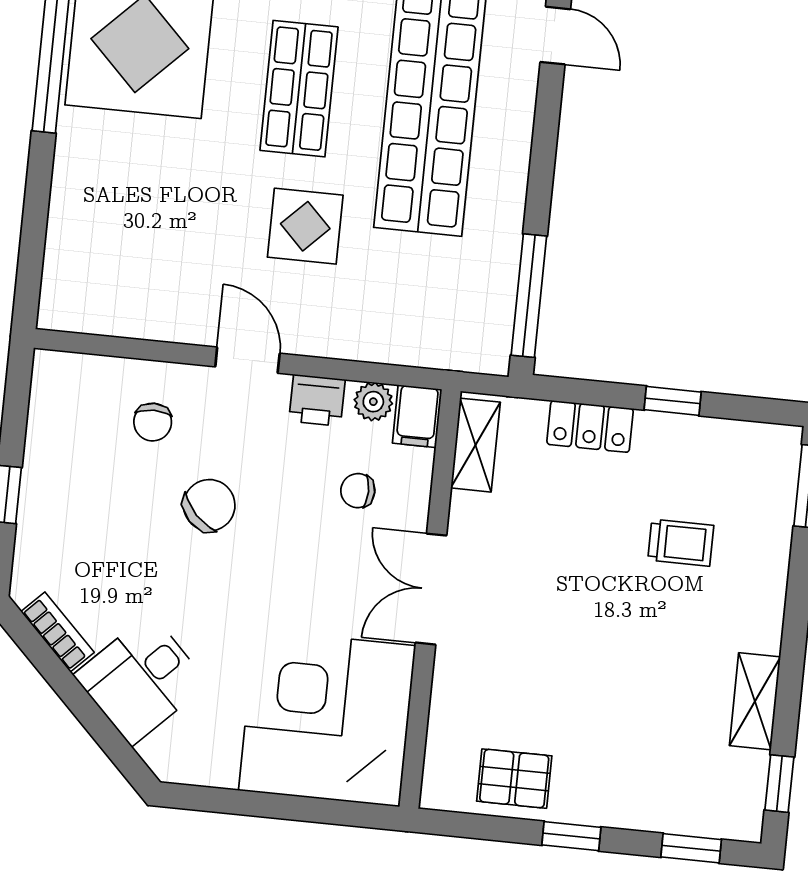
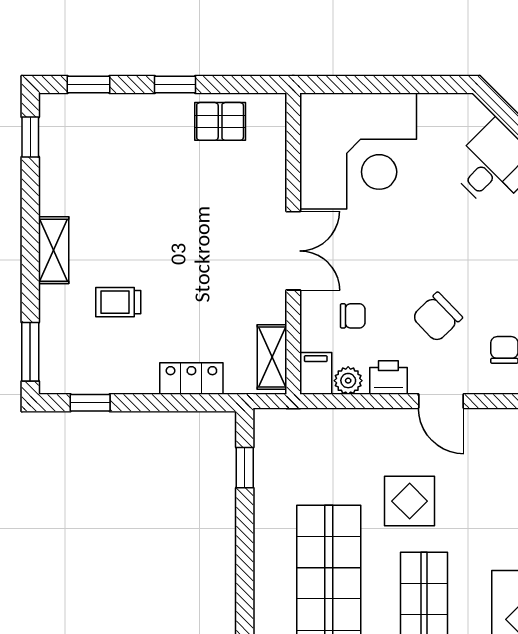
window: (529, 296) -> (245, 468), width x0.46
window: (673, 401) -> (90, 403), moved
chair: (209, 505) -> (437, 317), moved
shelving: (755, 701) -> (54, 250), moved

